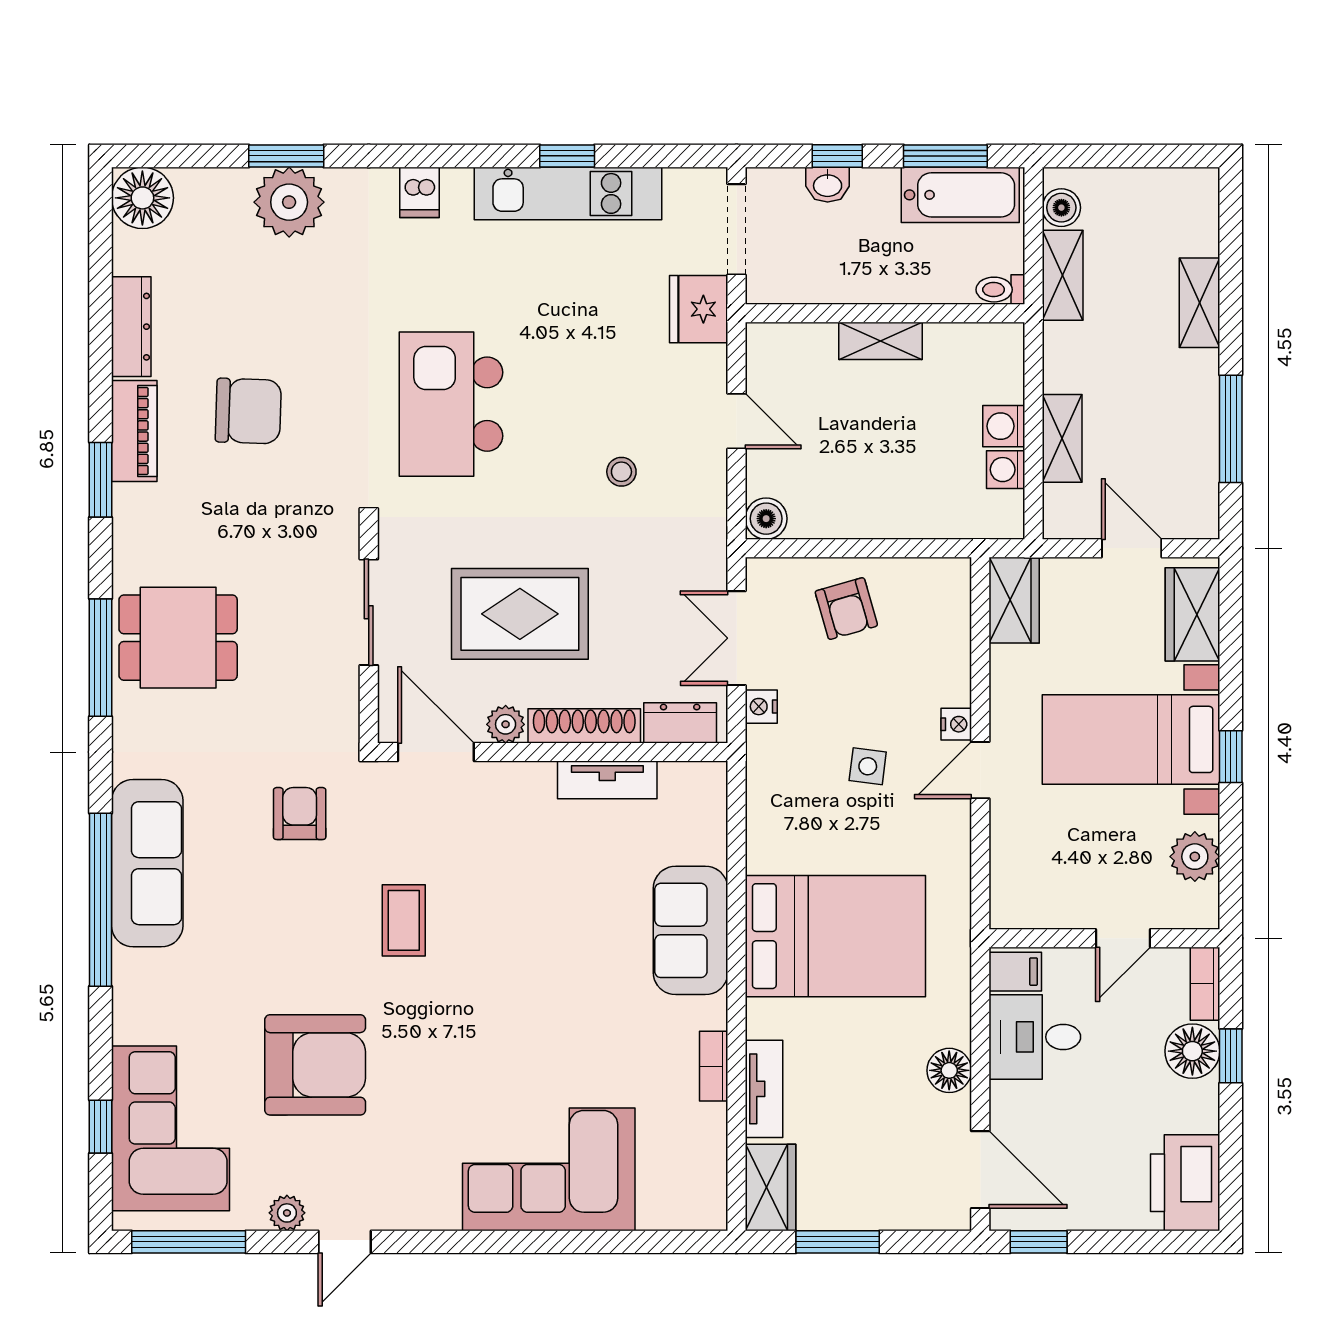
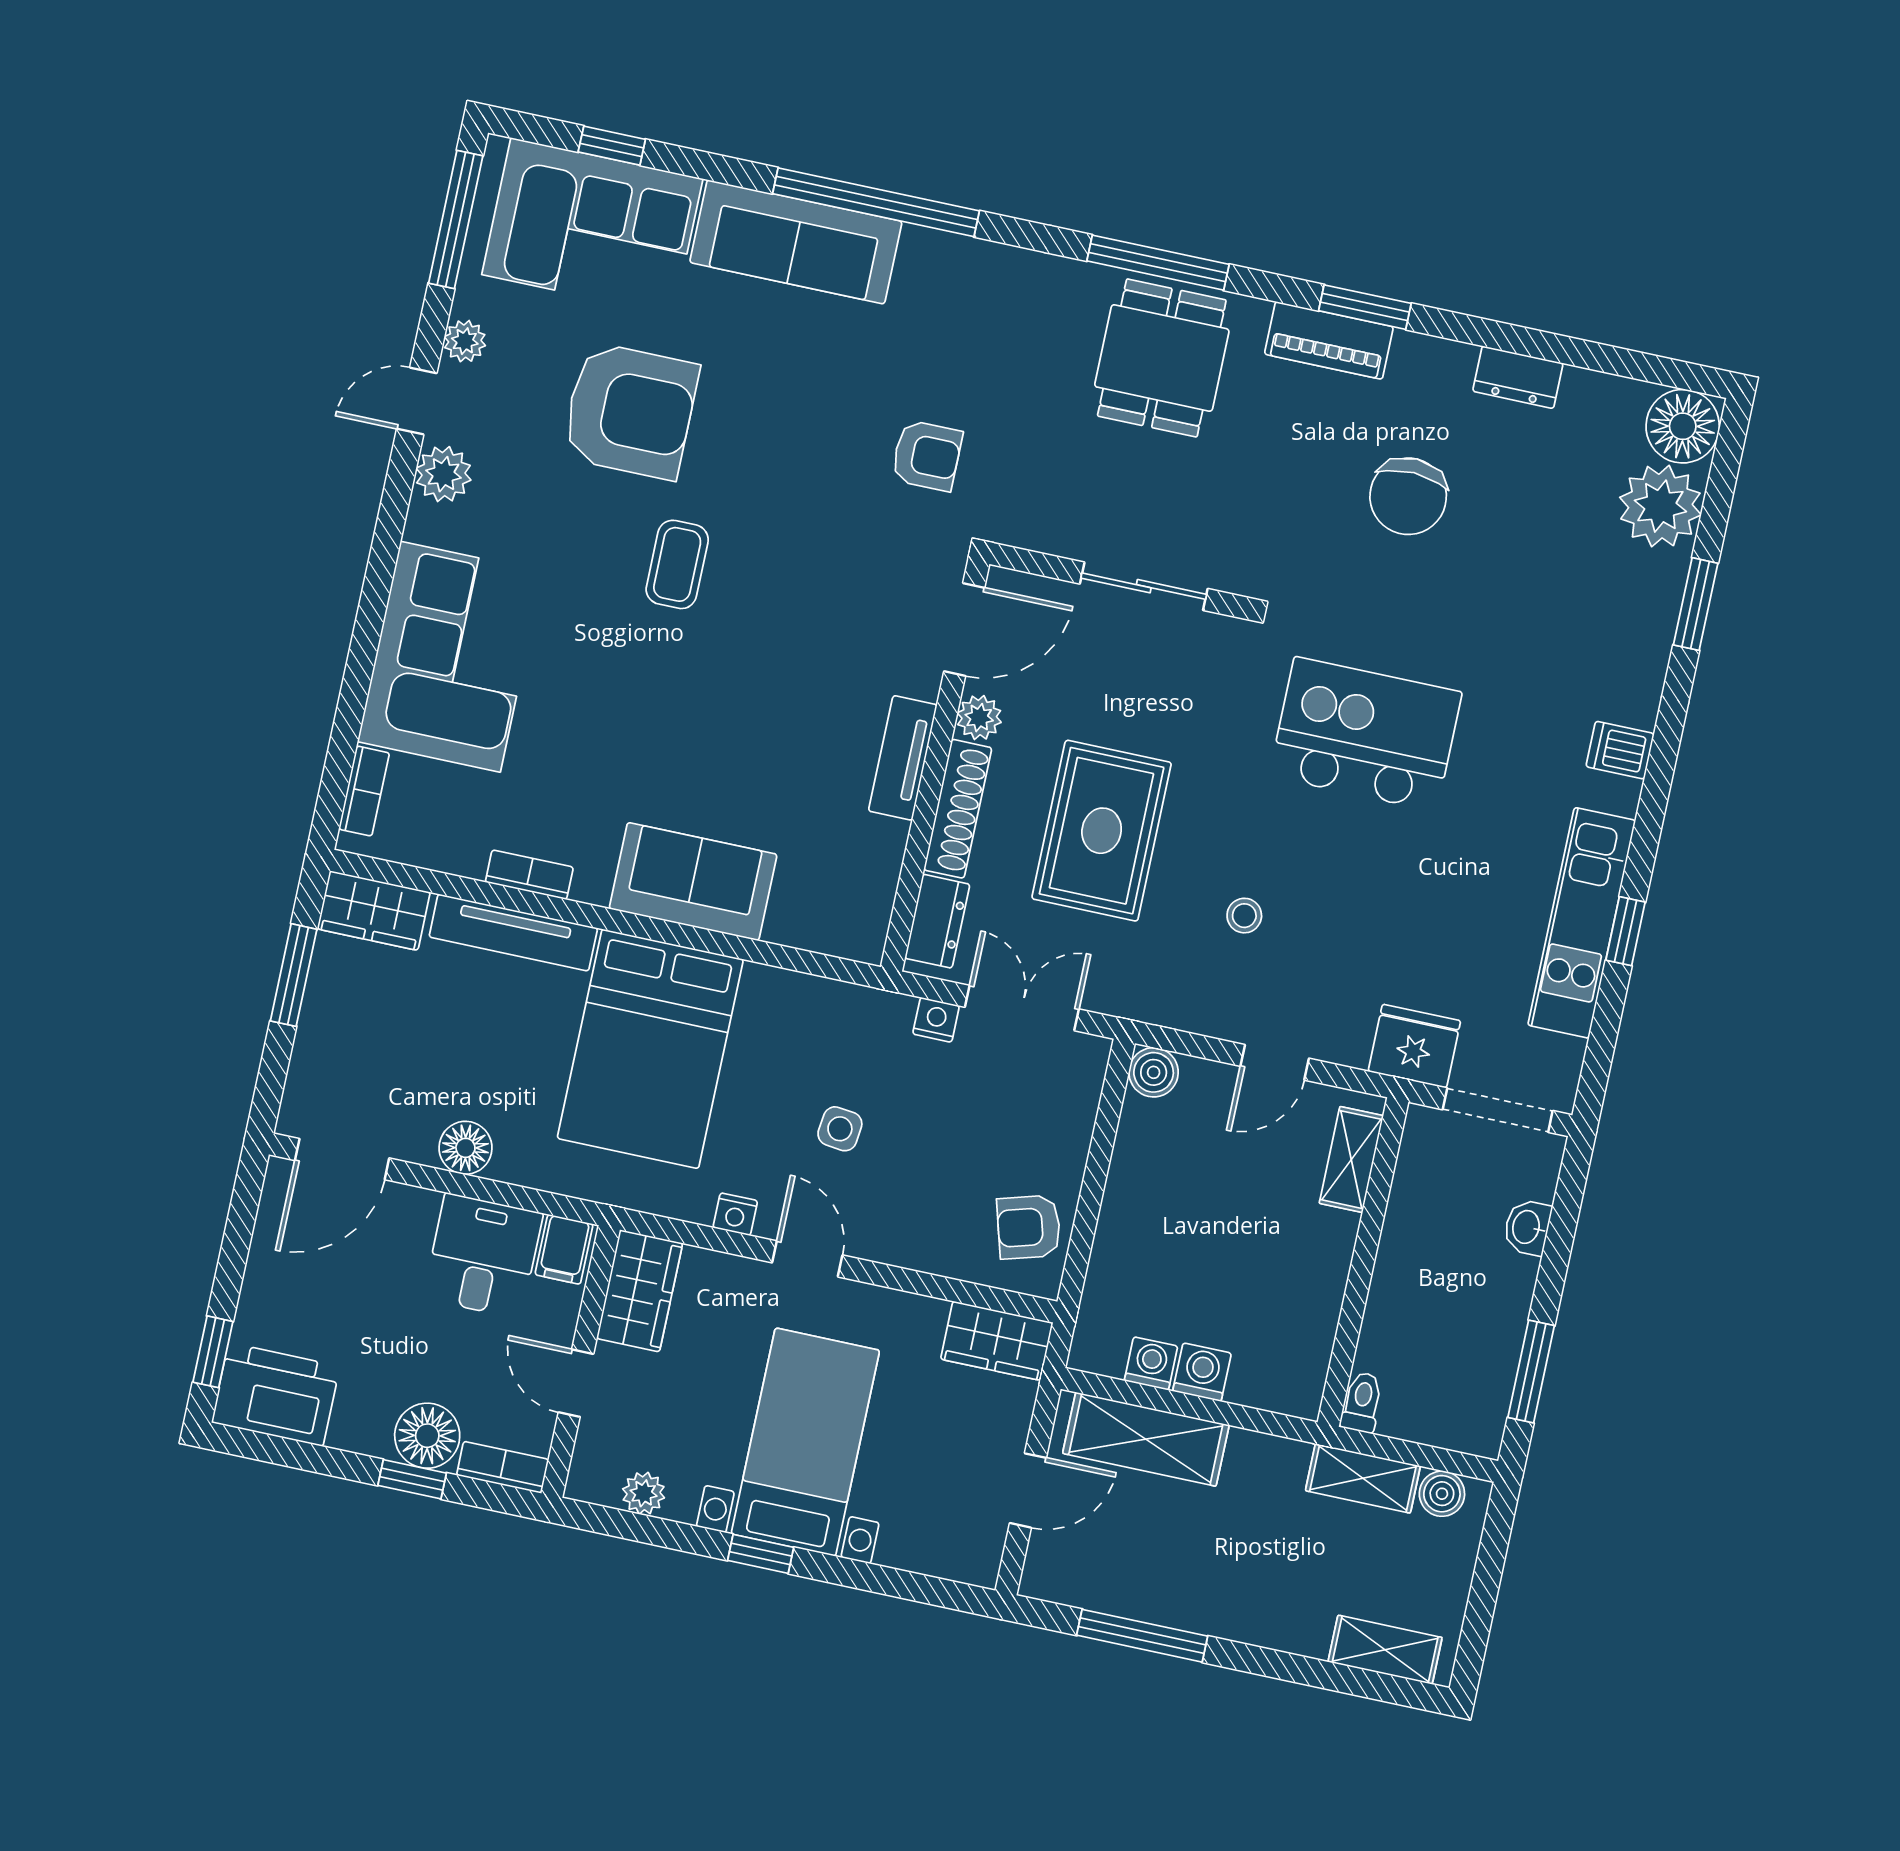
window: (837, 156) -> (1558, 1246), removed
bathtub: (960, 195) -> (1482, 1379), removed
plant: (289, 202) -> (1660, 506), moved
shelving: (1199, 303) -> (1385, 1650), moved
dresser: (131, 327) -> (1518, 377), width x0.70
shelving: (880, 341) -> (1351, 1160), moved
piano: (134, 431) -> (1329, 340), moved
shelving: (1062, 438) -> (1146, 1439), width x1.50, depth x1.33
armchair: (846, 609) -> (1029, 1227), moved
rug: (520, 614) -> (1102, 831), moved
wardrobe: (1193, 614) -> (640, 1291), moved, turned 90
nightstand: (956, 724) -> (735, 1214), moved
tv unit: (607, 780) -> (903, 758), moved
plant: (1195, 857) -> (644, 1493), width x0.73, depth x0.73
sofa: (147, 863) -> (796, 242), moved
coffee table: (404, 920) -> (677, 564), moved, turned 90
armchair: (315, 1065) -> (630, 411), turned -90
tv unit: (764, 1089) -> (513, 932), width x1.41
plant: (400, 1207) -> (443, 474), added
bookcase: (674, 1216) -> (364, 791), added
door: (345, 1242) -> (417, 401), hinge flipped
window: (1039, 1242) -> (213, 1352), moved

